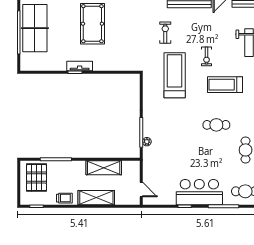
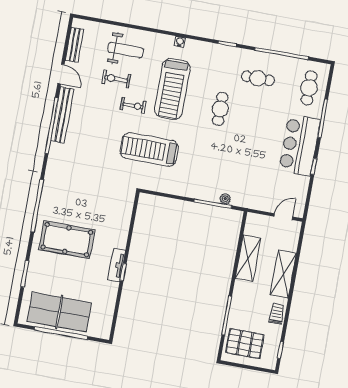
exercise bike: (165, 33) -> (116, 79), moved
treadmill: (225, 85) -> (172, 89), width x1.37, depth x1.38

